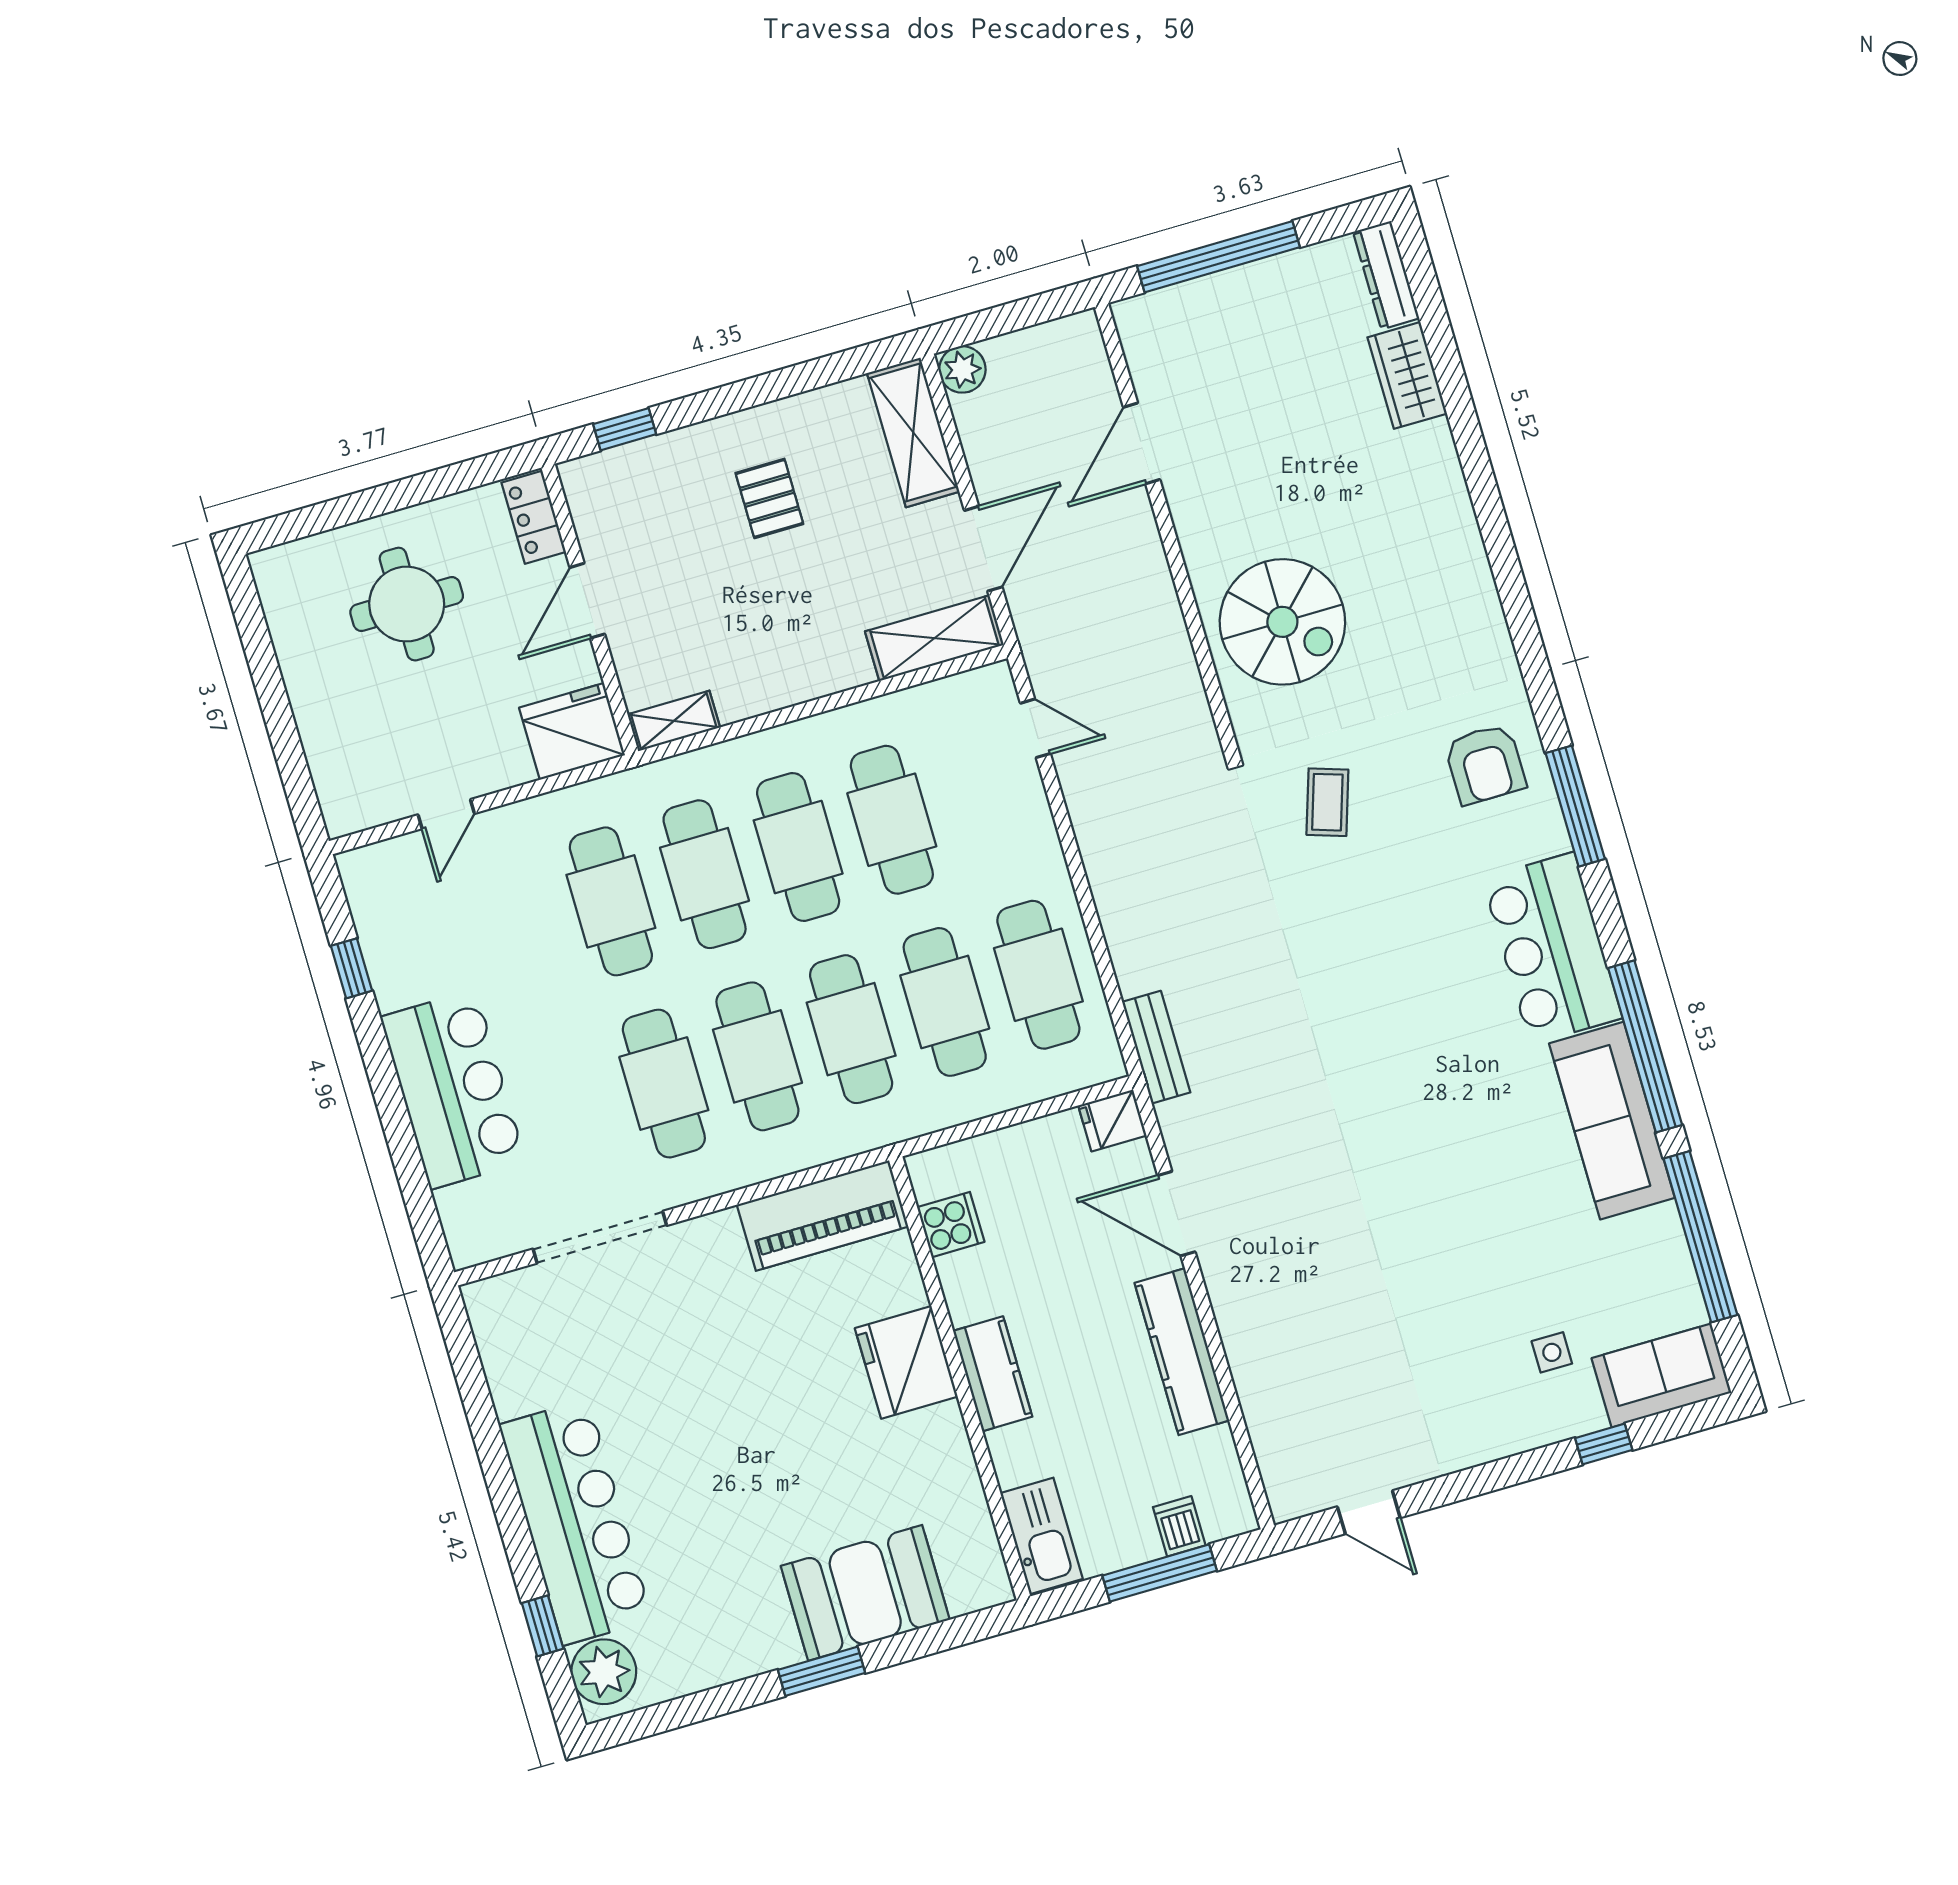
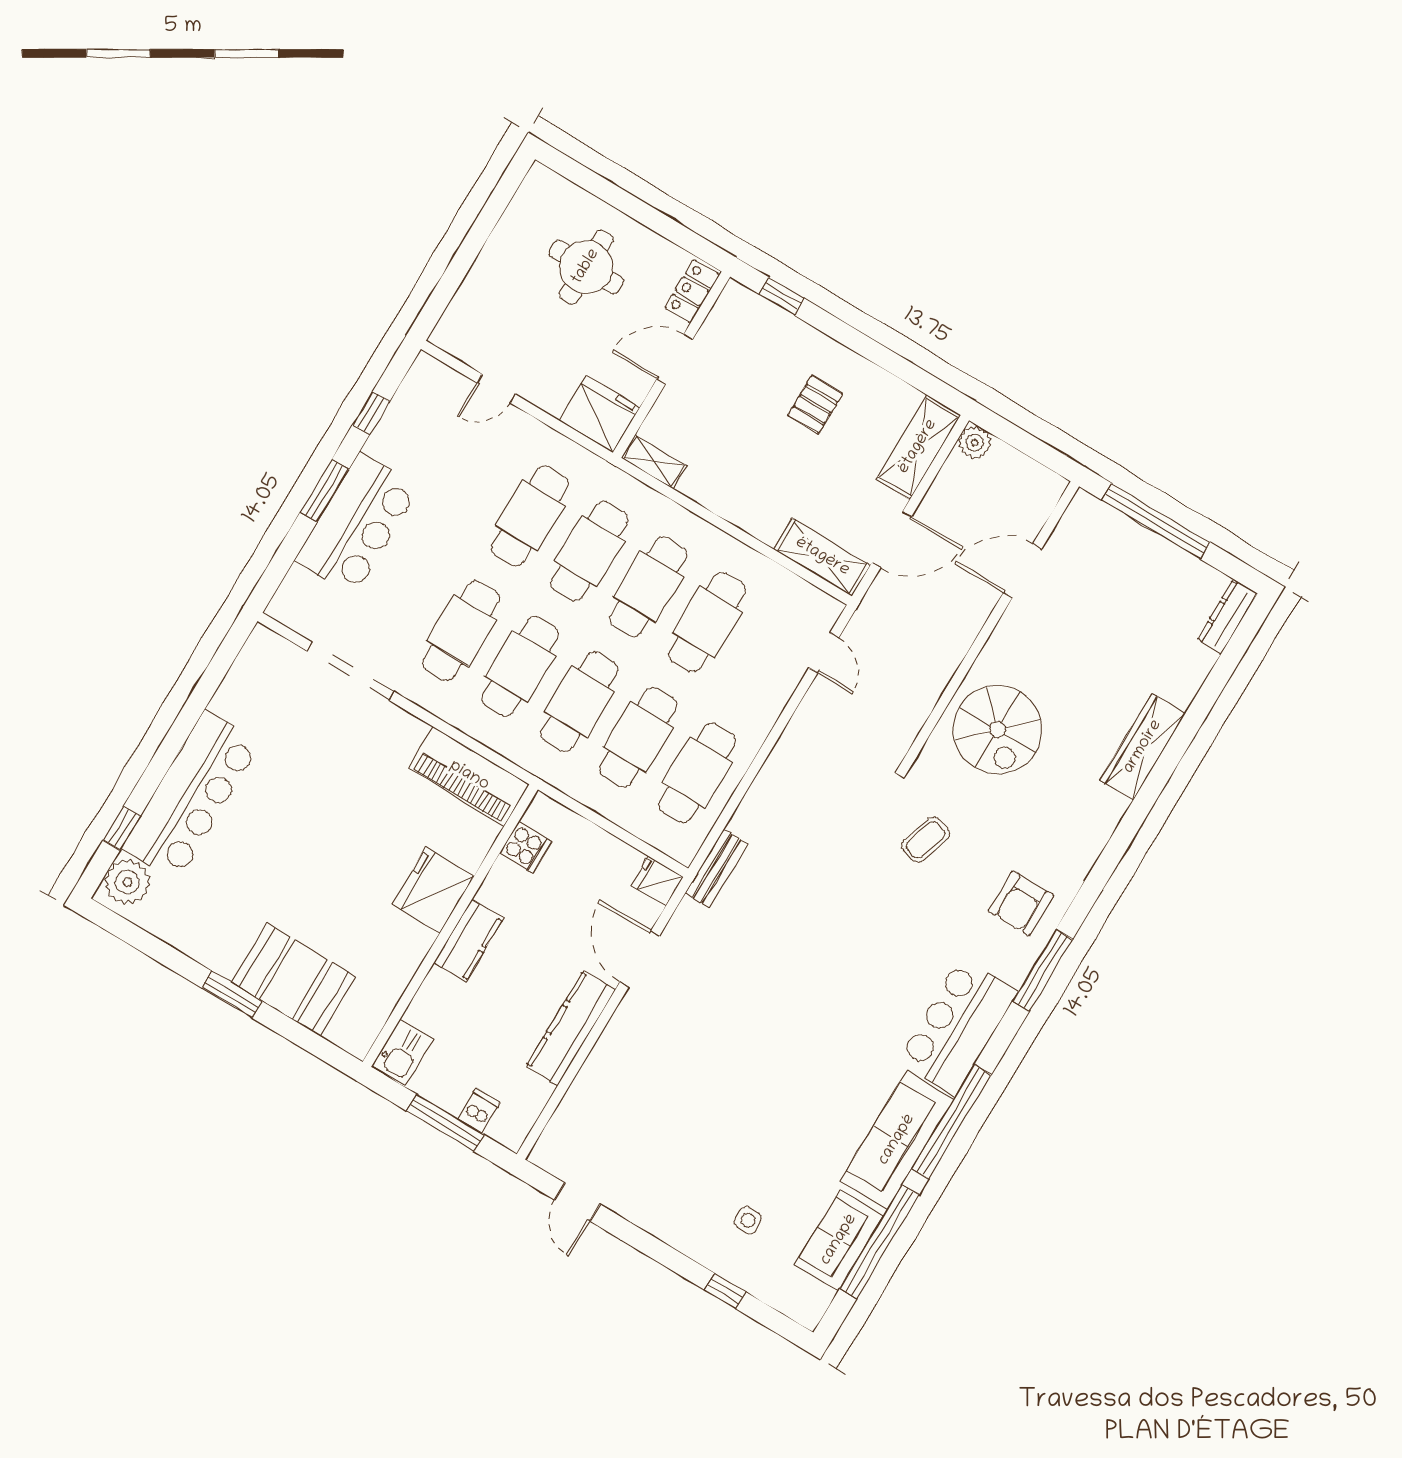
wardrobe: (1407, 375) -> (1143, 747), moved, width x1.50
window: (387, 1091) -> (325, 491), added
sofa: (1661, 1375) -> (839, 1240), moved, turned -90
kitchen sink: (1041, 1536) -> (403, 1052), width x0.73

